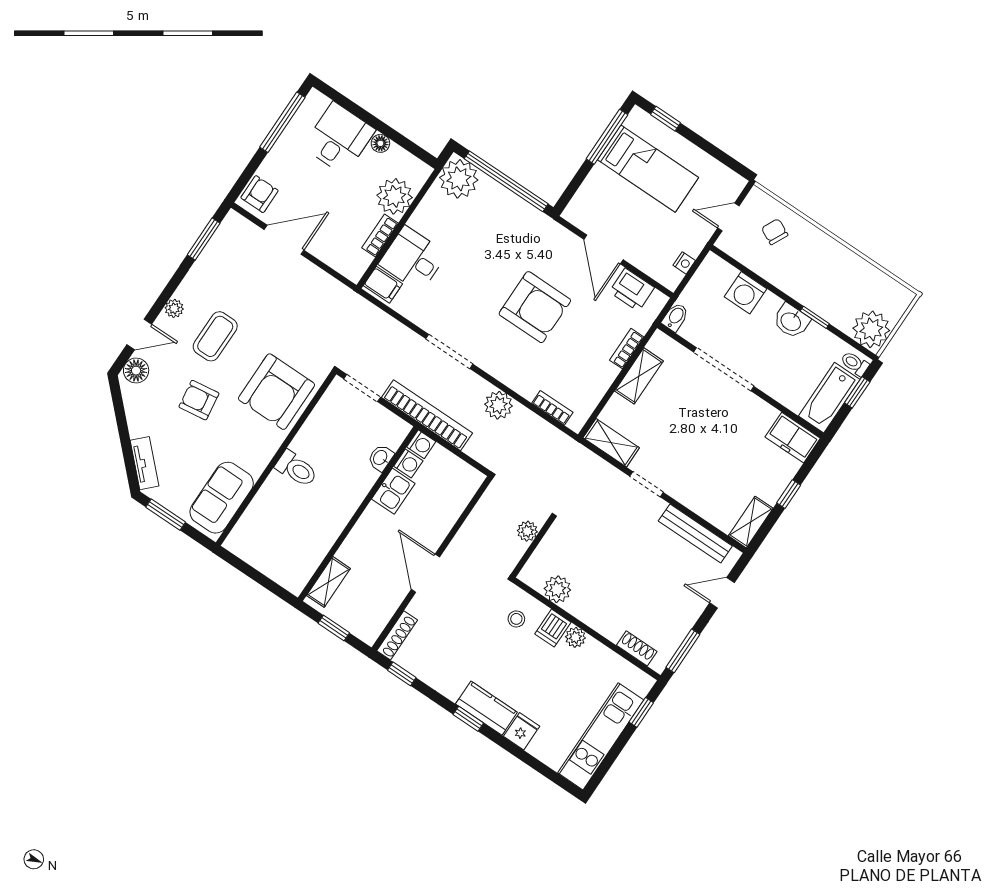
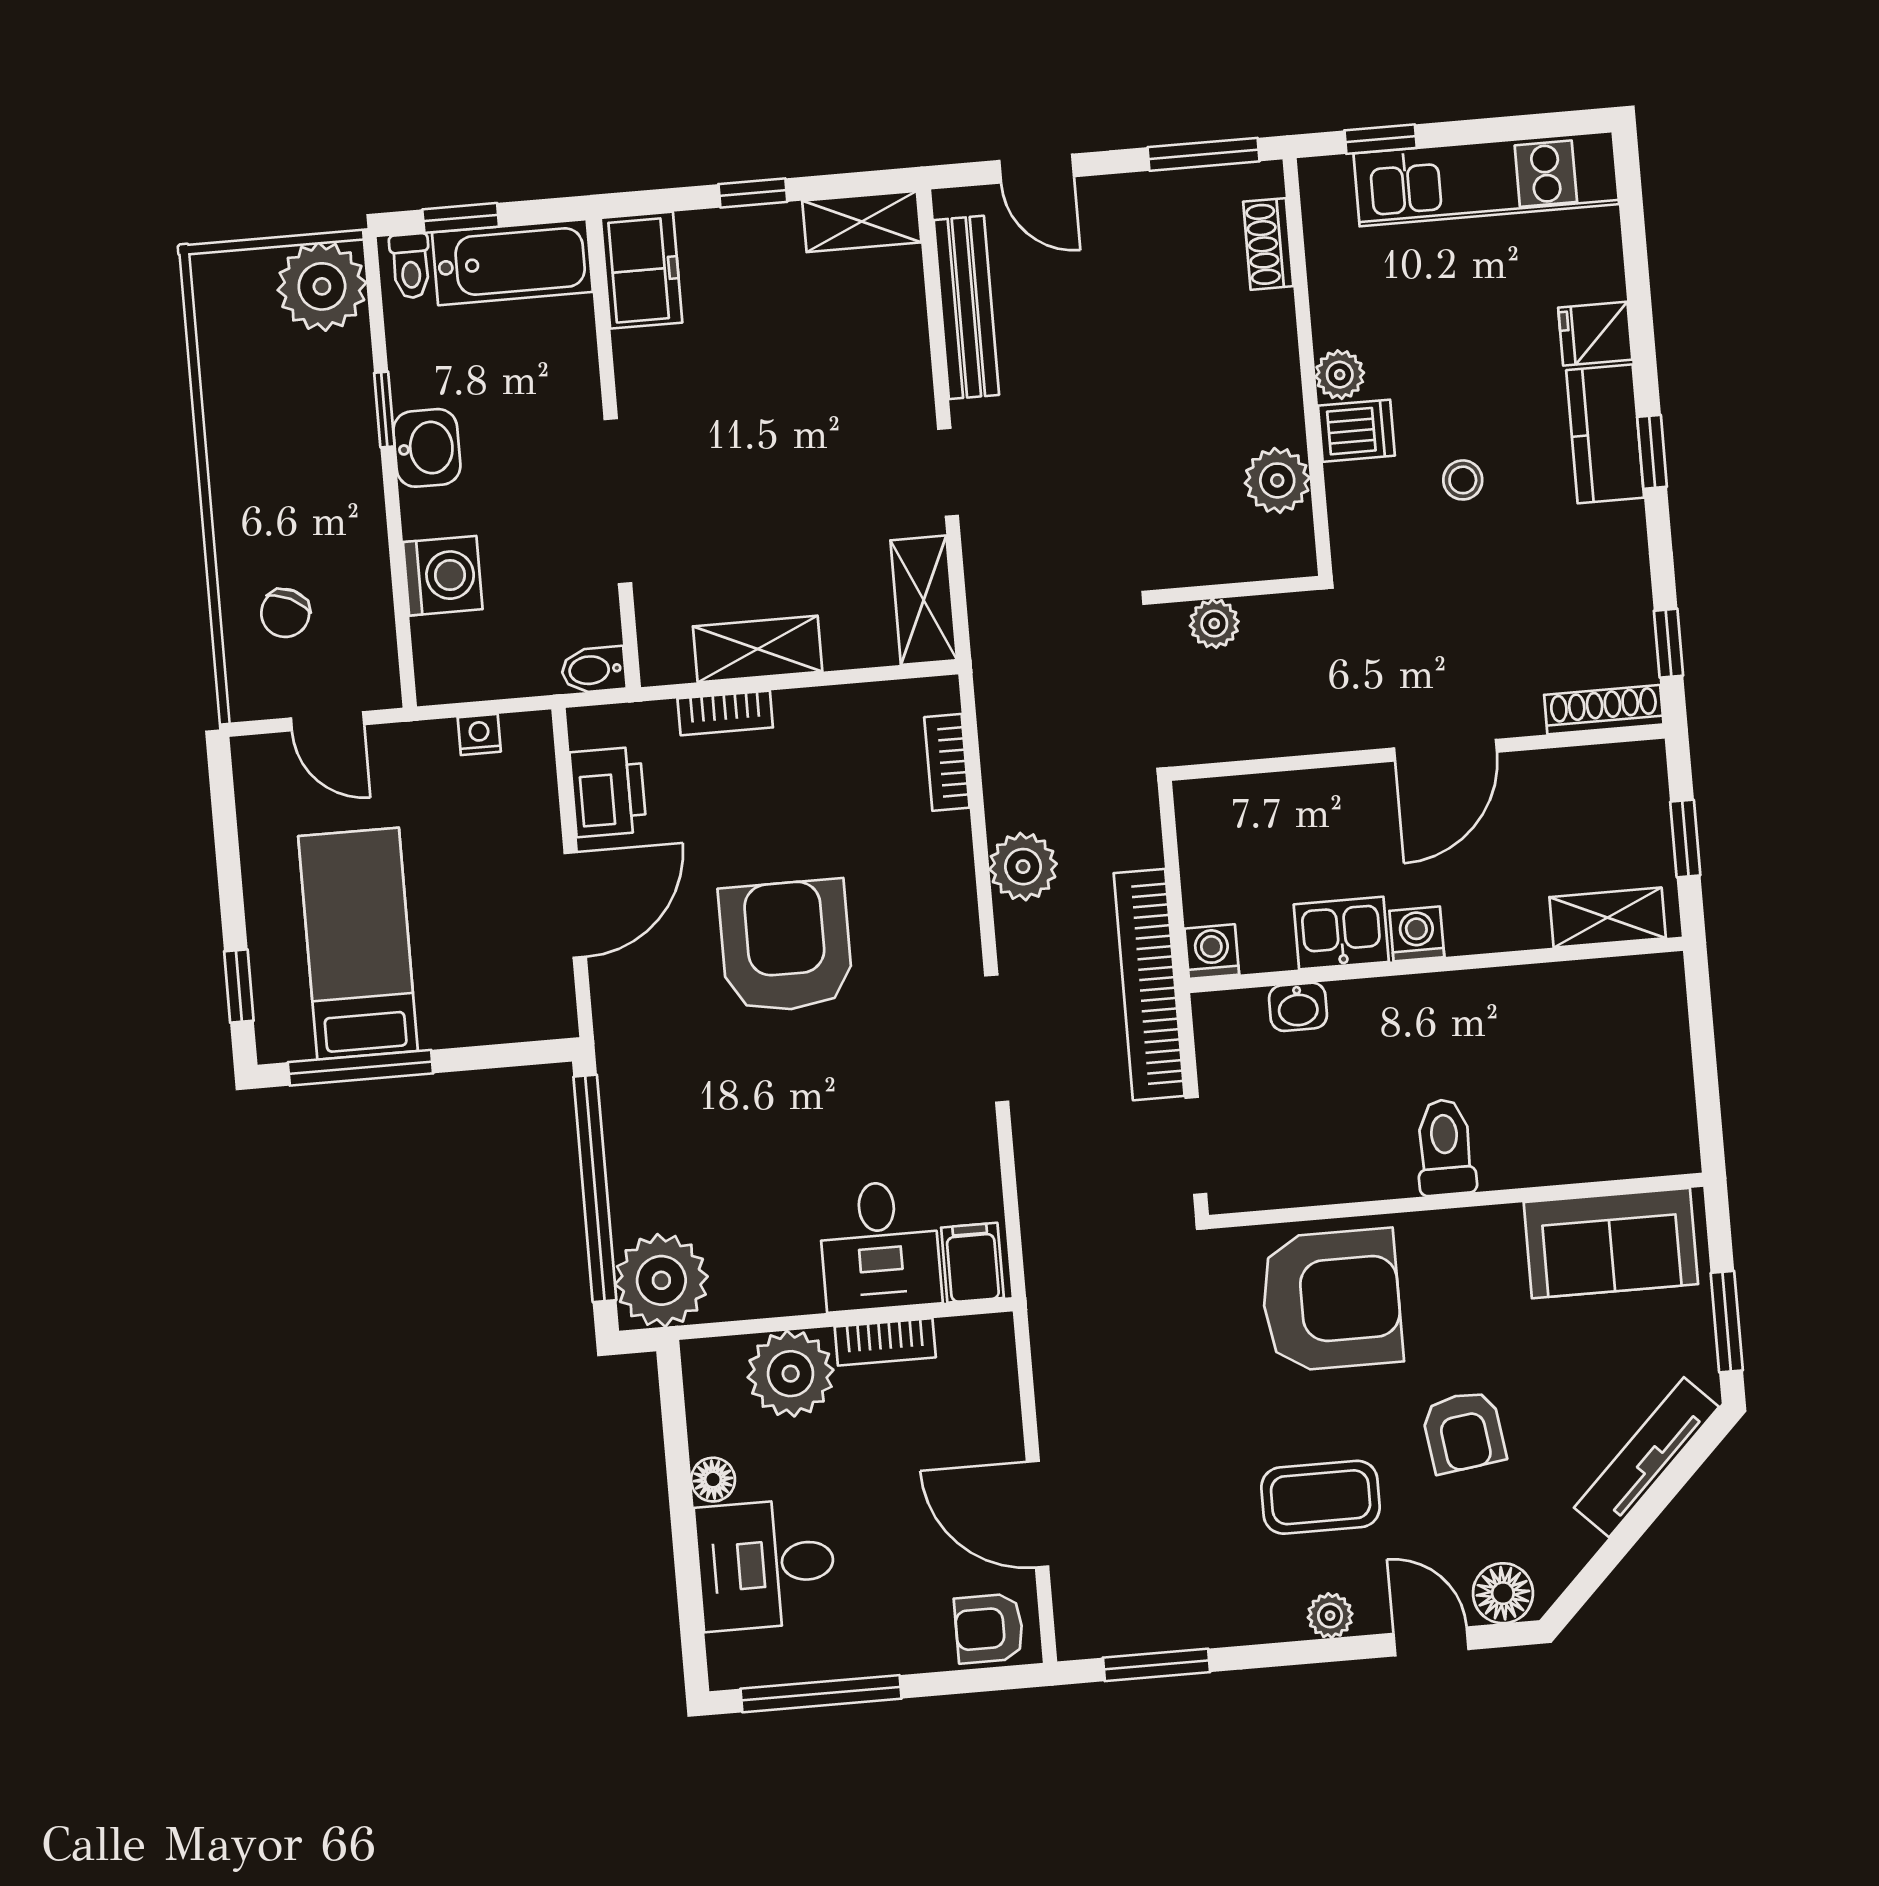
tv unit: (145, 463) -> (1646, 1457), width x1.41
washing machine: (408, 463) -> (1417, 934), moved
stool: (516, 619) -> (1463, 480), moved

